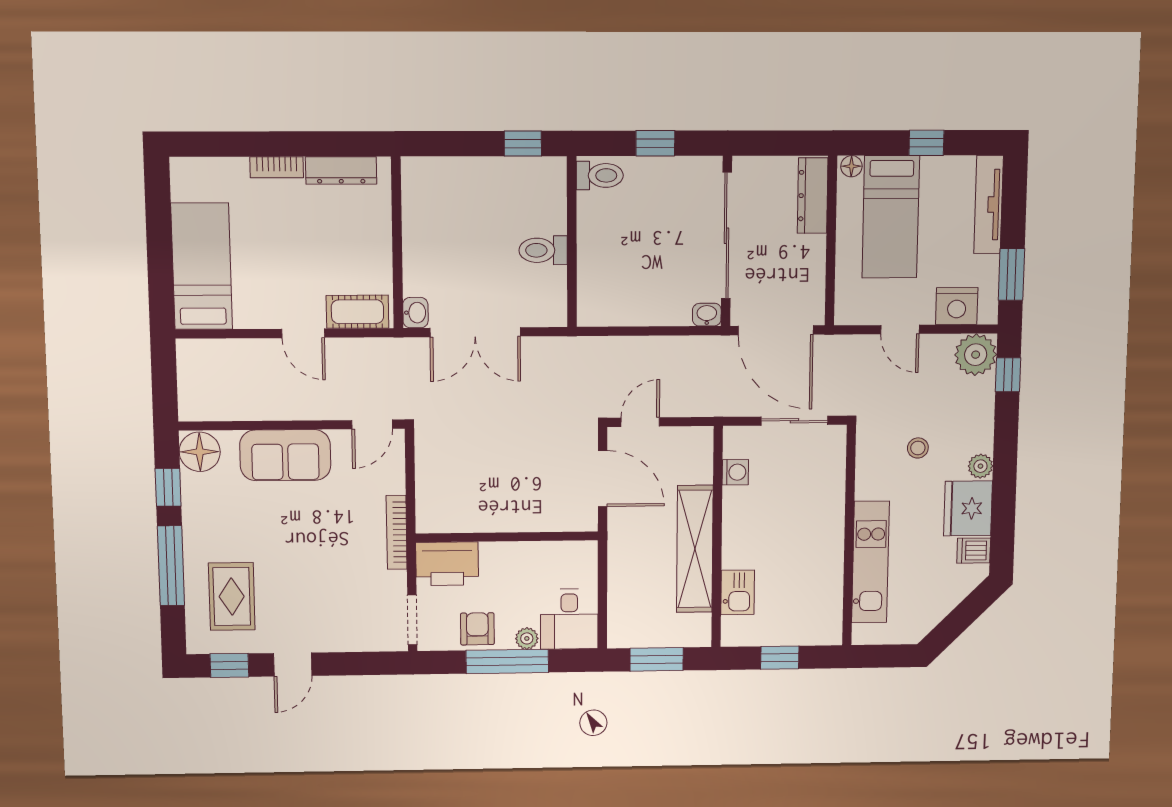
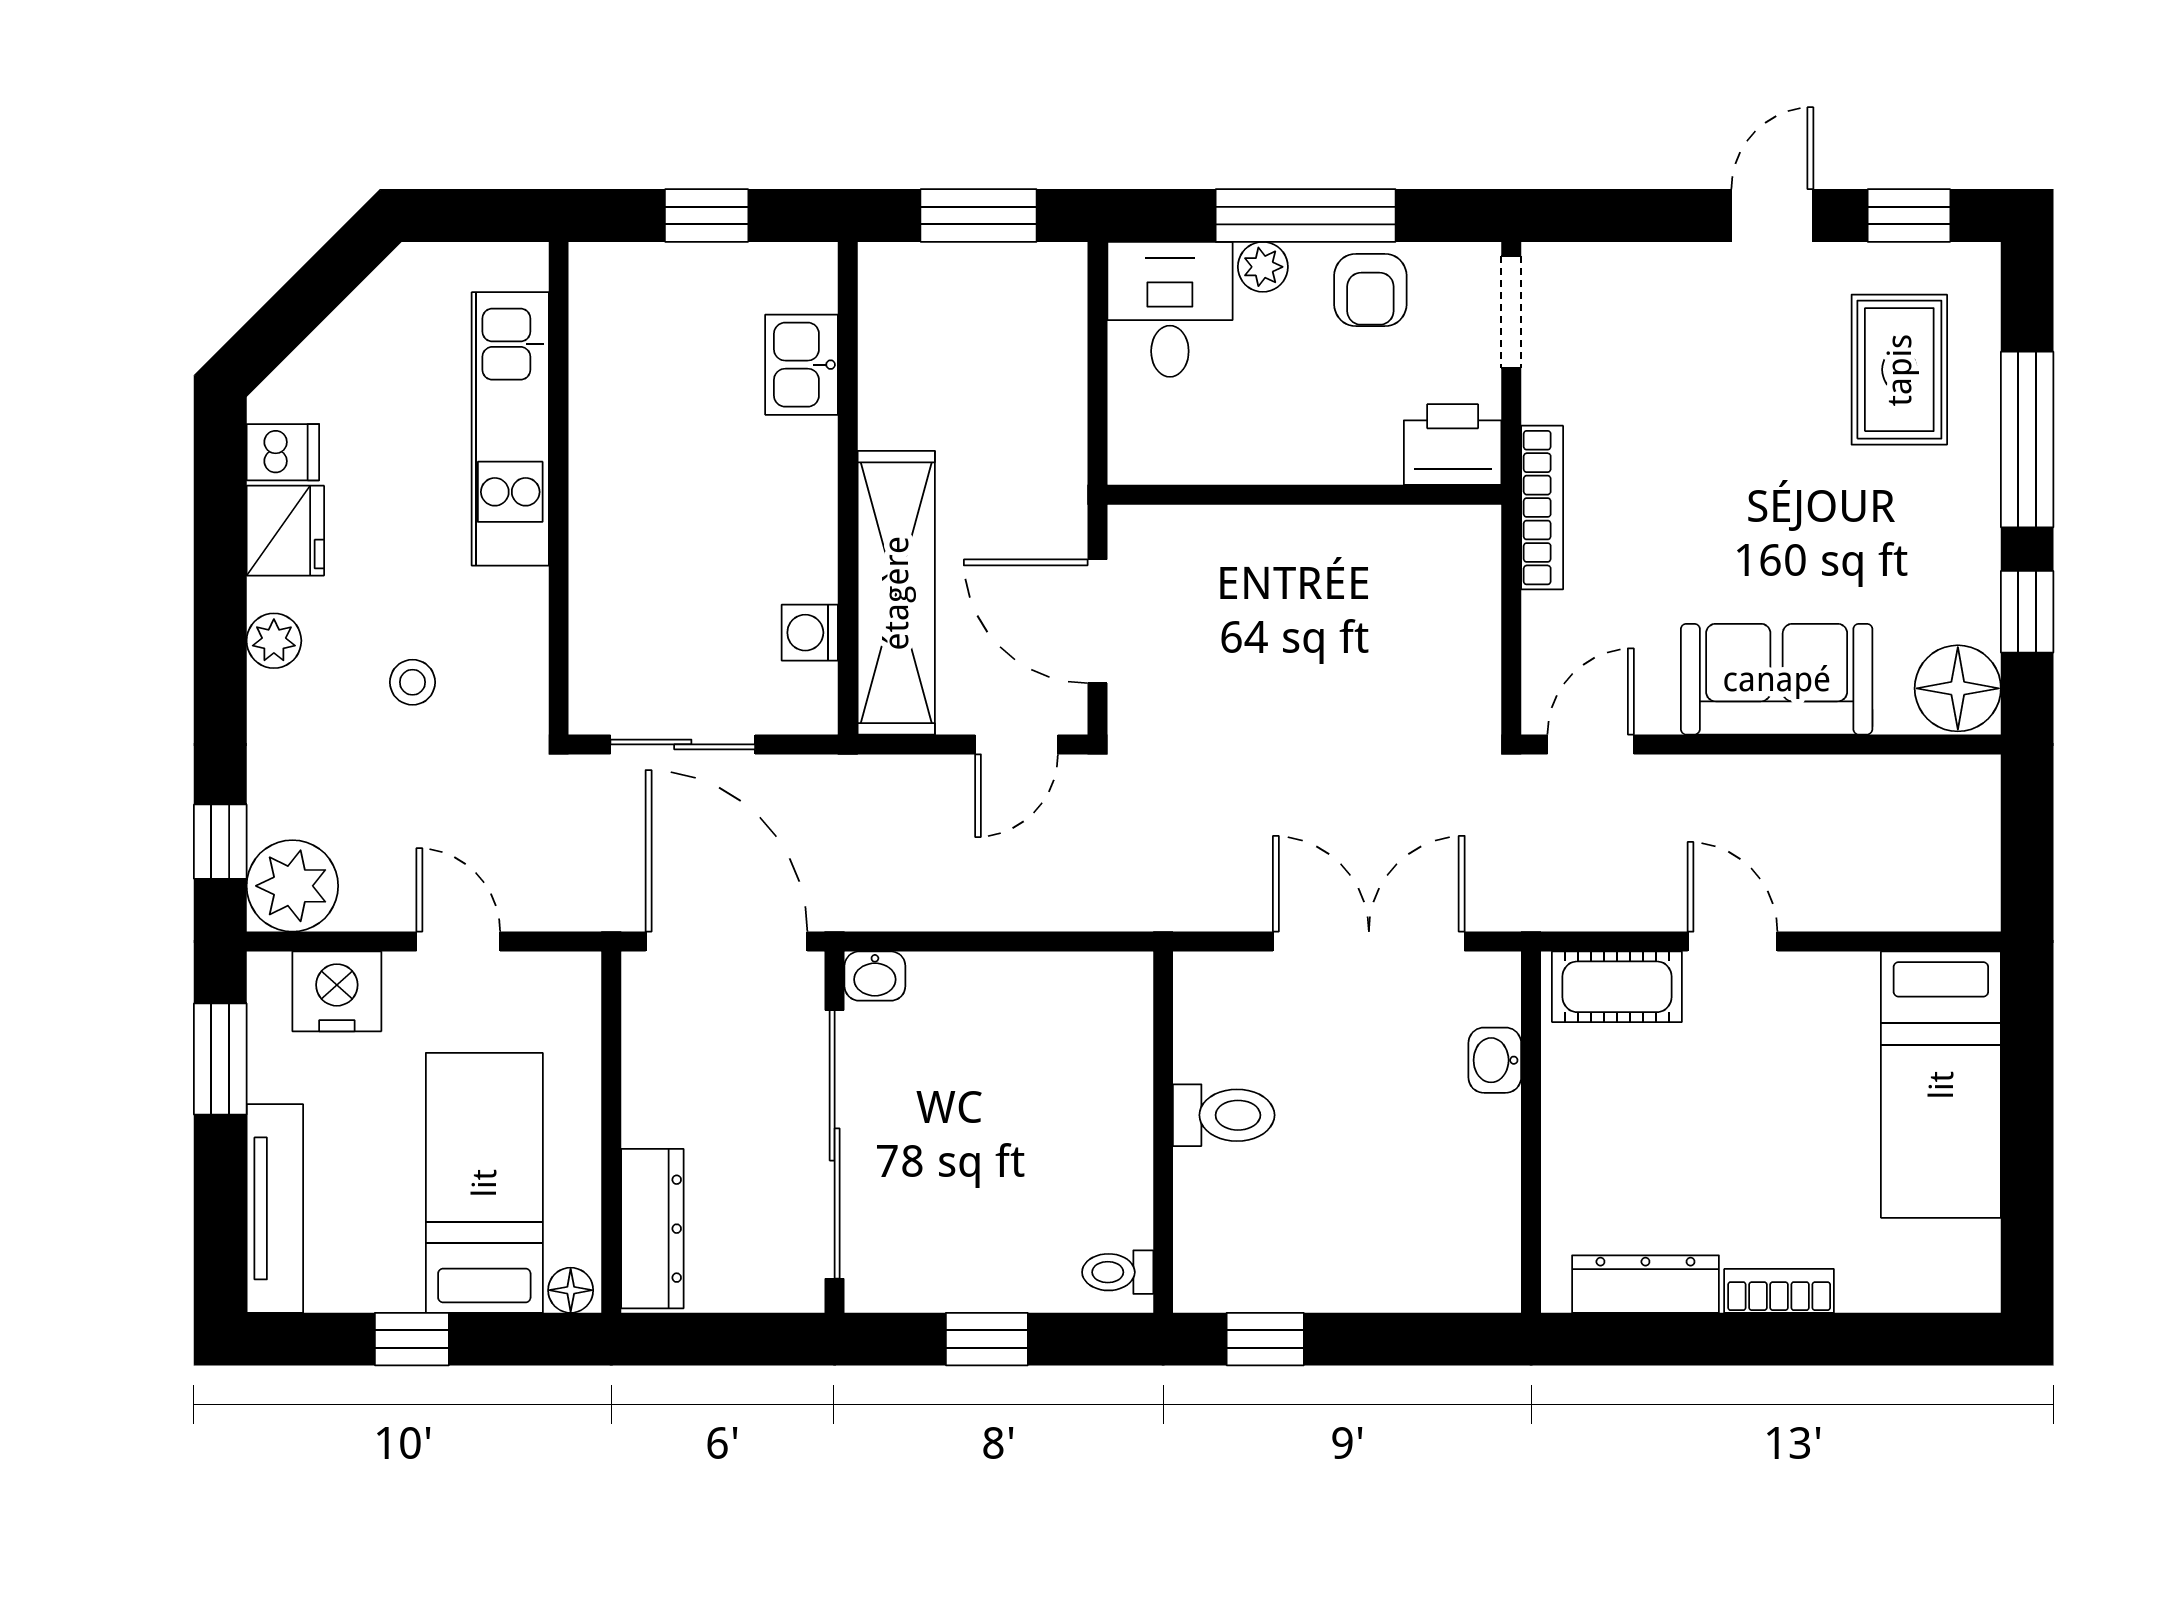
toilet: (600, 175) -> (1118, 1272), width x0.73, depth x0.72
washbasin: (415, 313) -> (1495, 1060), moved
fridge: (968, 508) -> (285, 531), width x0.73, depth x0.75
shelving: (695, 549) -> (896, 593), moved
printer: (447, 564) -> (1453, 445), width x0.73, depth x0.84

